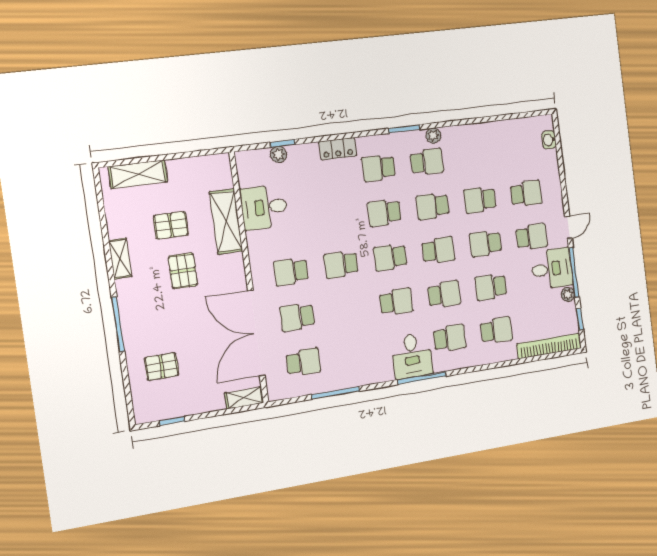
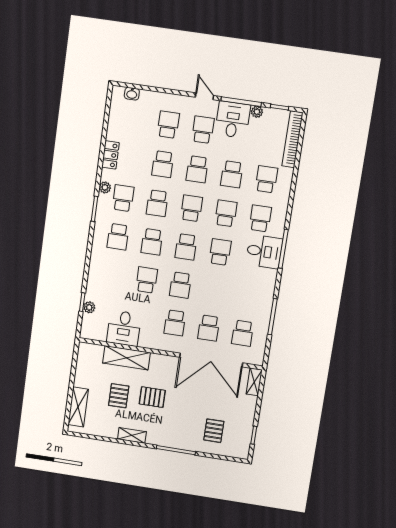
locker: (338, 149) -> (110, 155), moved
school desk: (335, 219) -> (147, 280), added
school desk: (303, 362) -> (243, 333), turned 180

